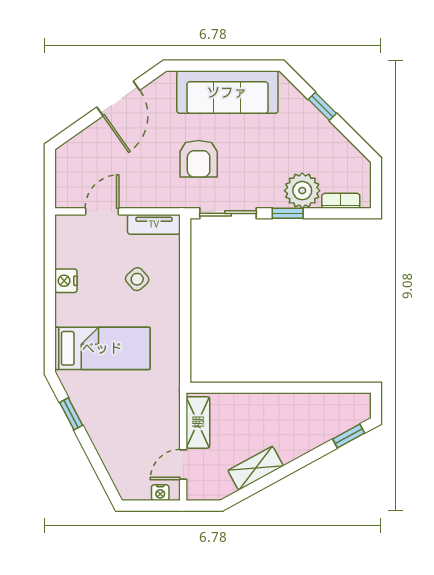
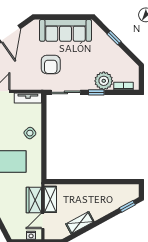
side table: (137, 279) -> (30, 133), moved
wardrobe: (166, 424) -> (34, 200), added

